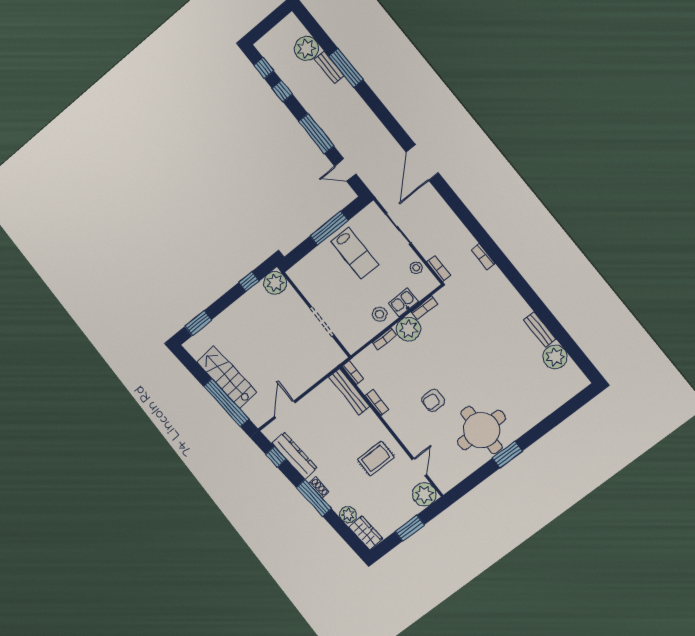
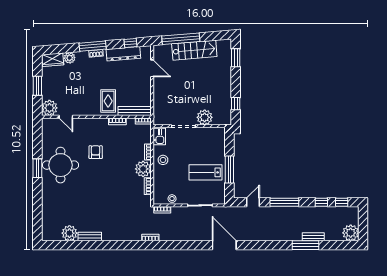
plant: (306, 48) -> (351, 233), moved
plant: (275, 283) -> (205, 117), moved
kitchen sink: (403, 302) -> (159, 137), moved
rug: (376, 458) -> (108, 101), moved

